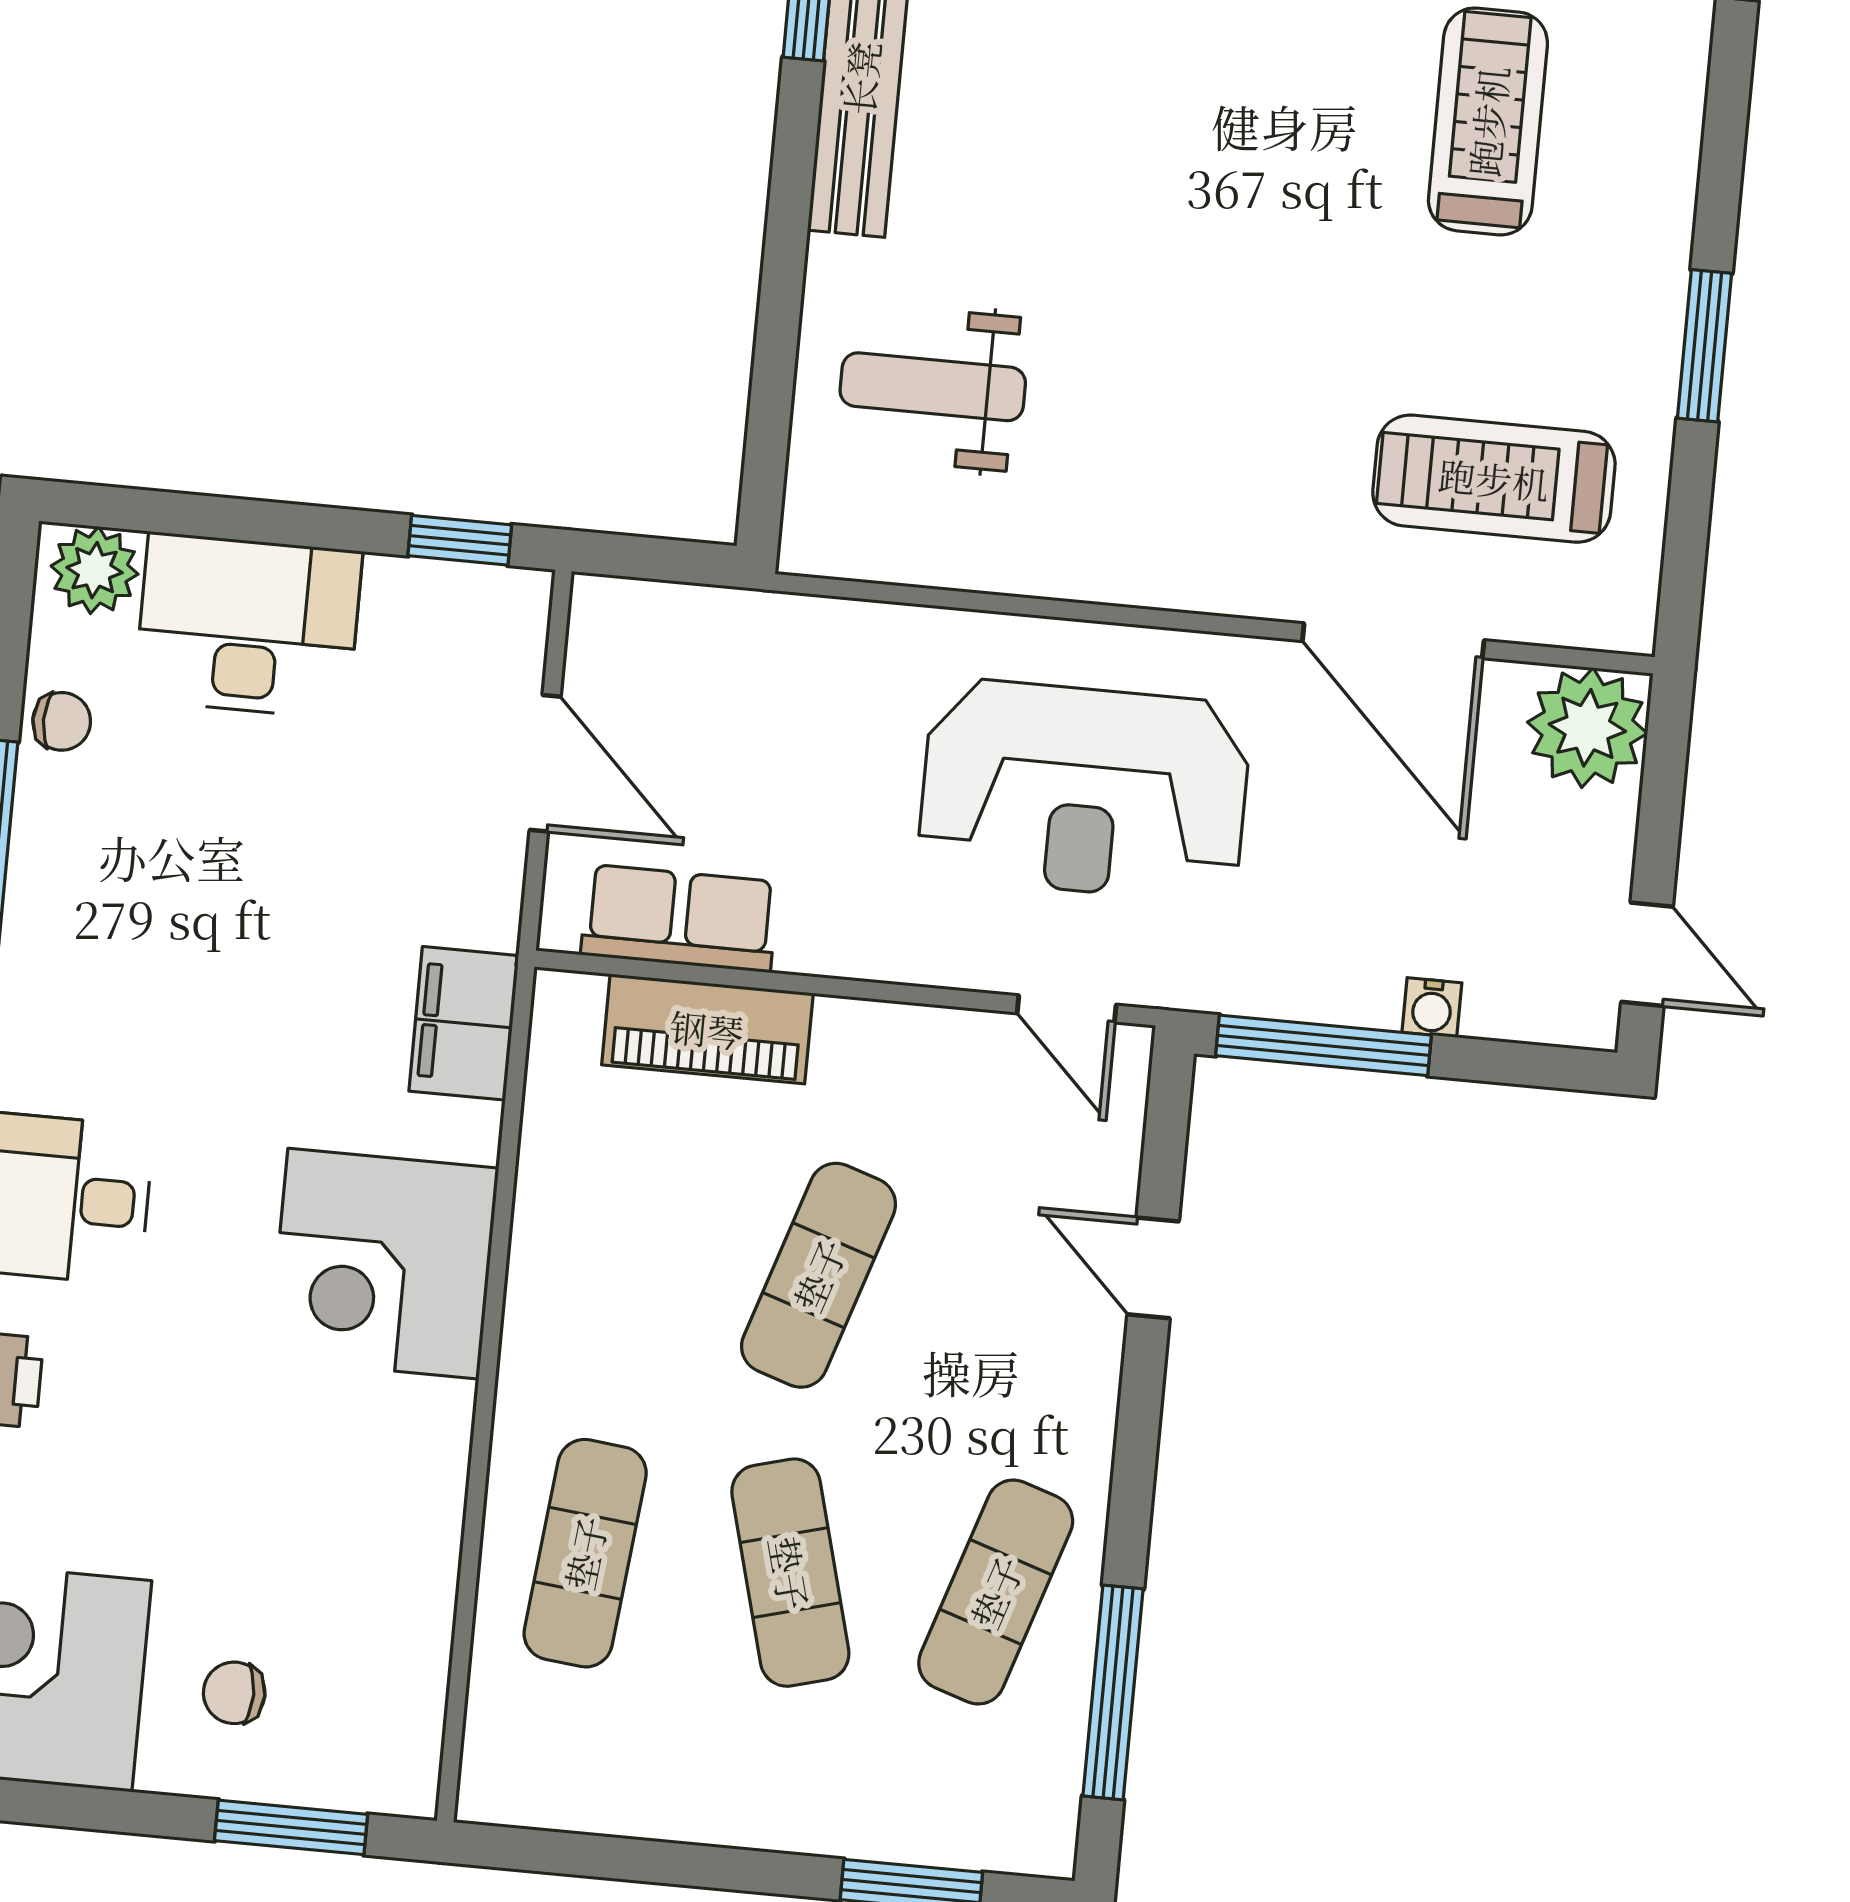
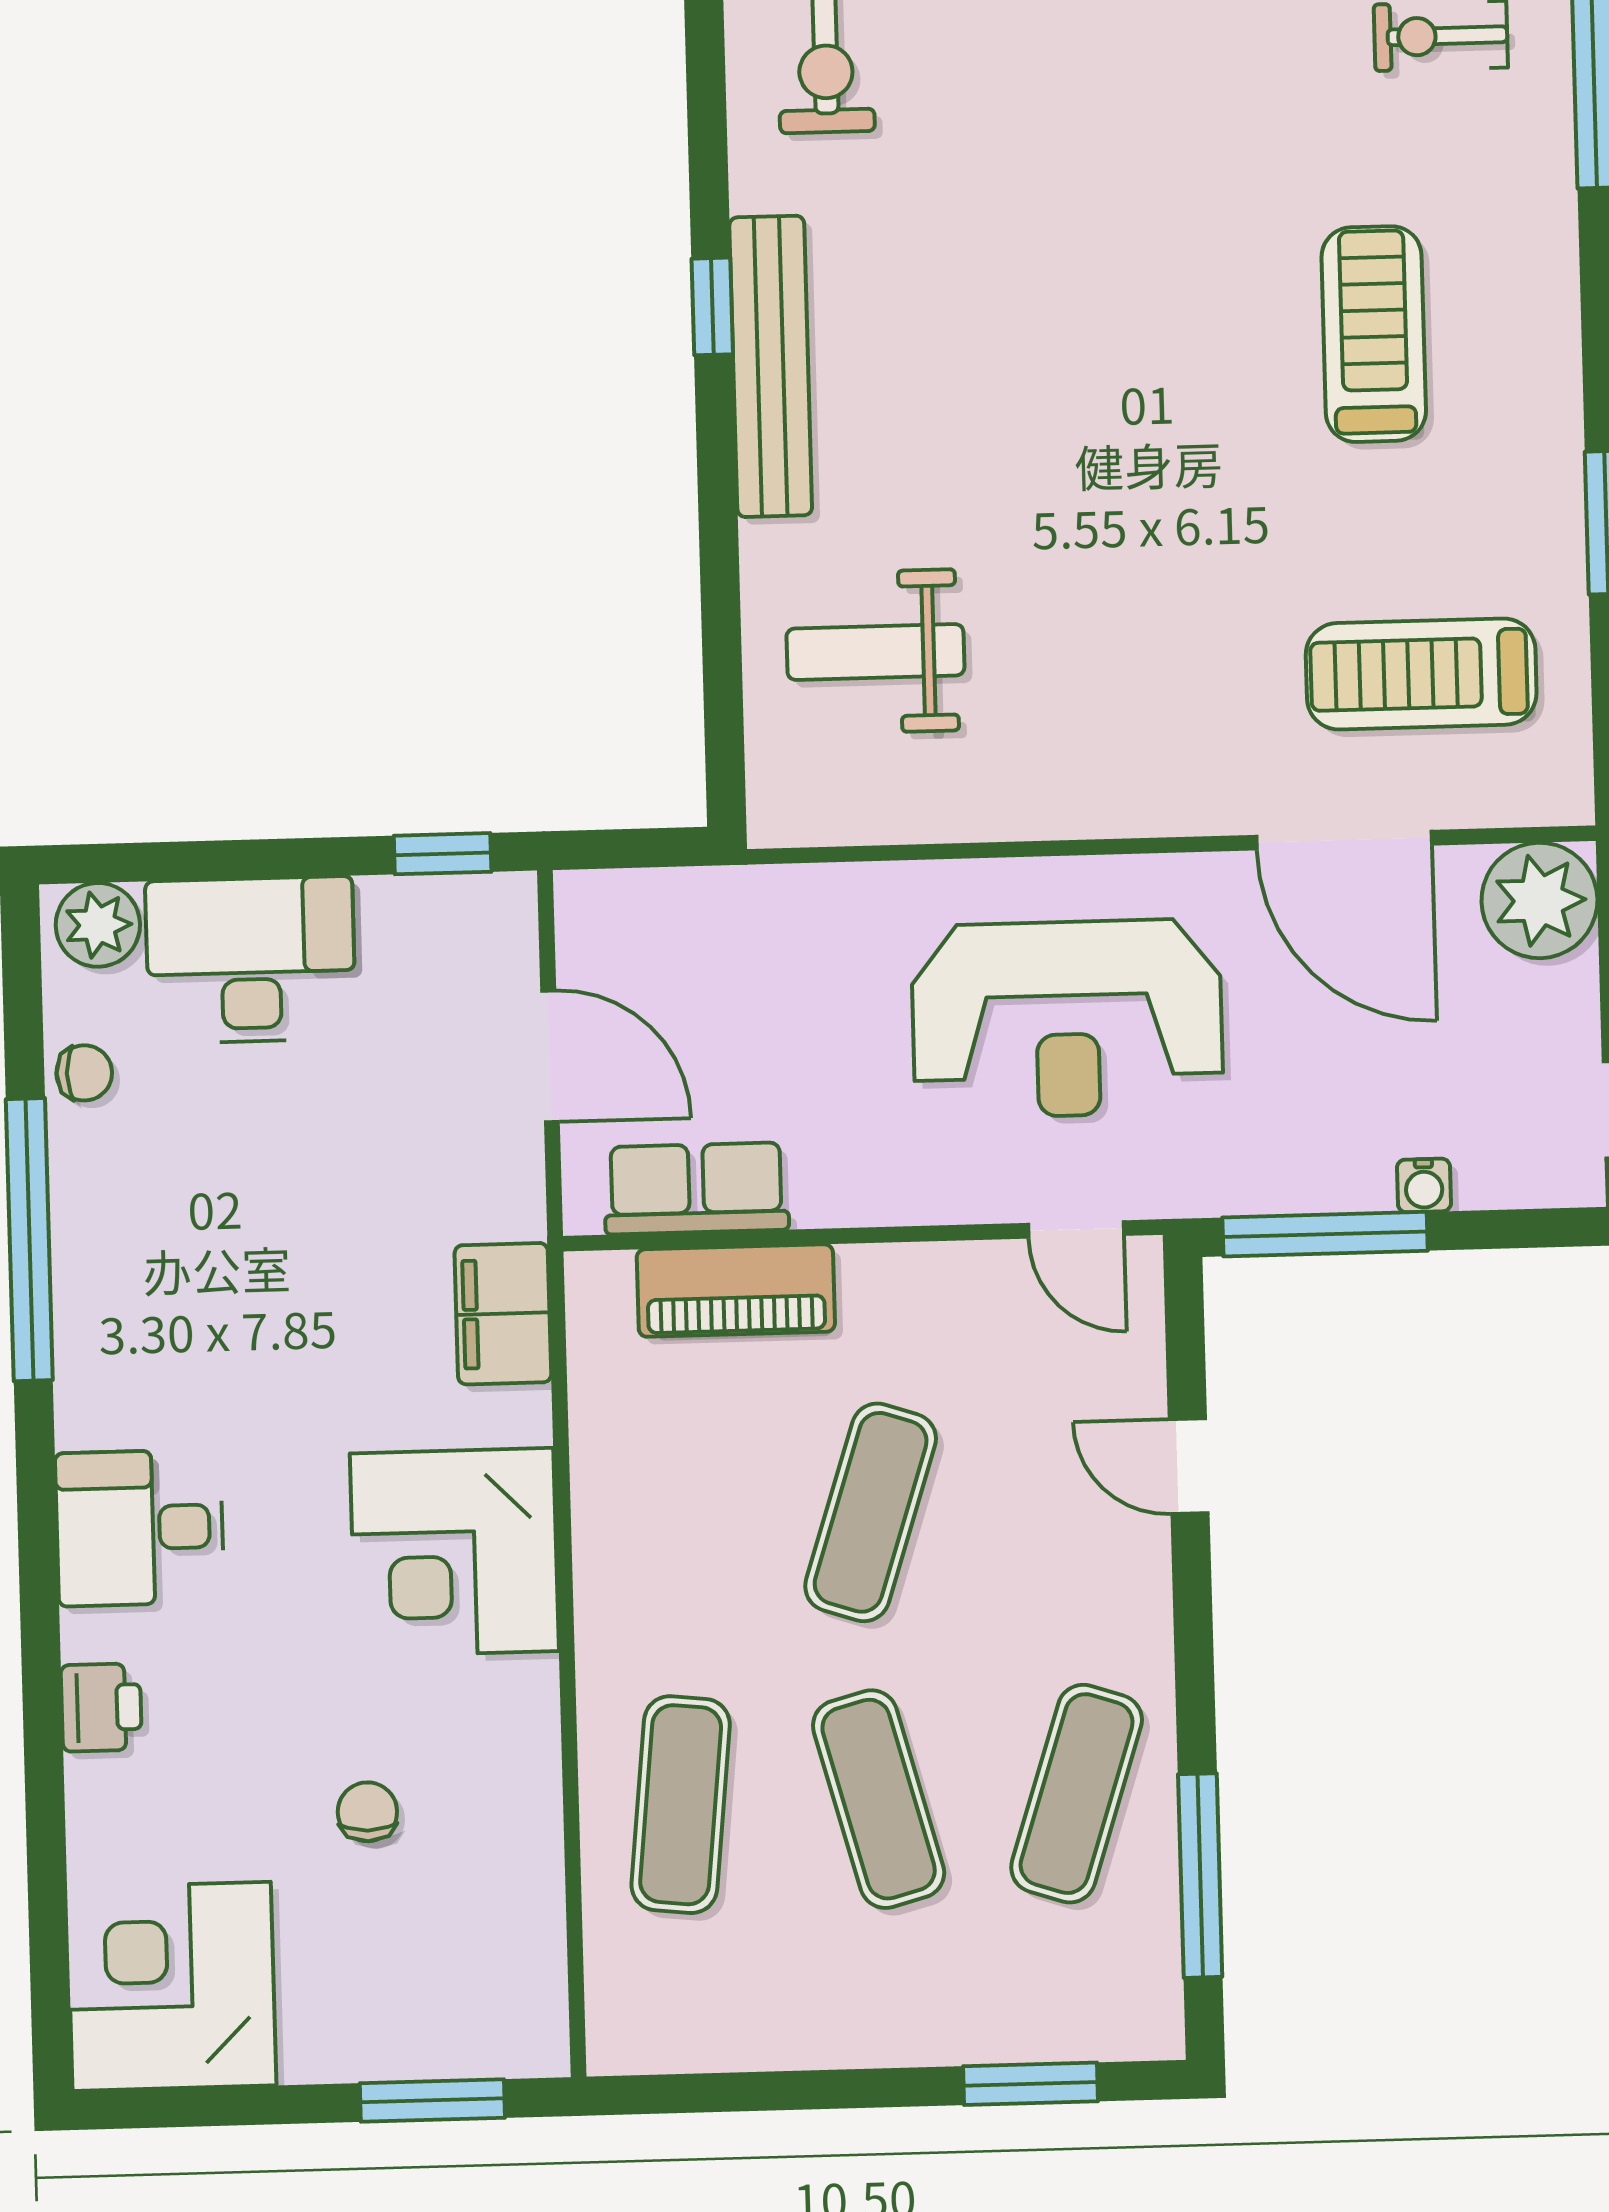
chair: (234, 1693) -> (367, 1812), moved, turned 90

